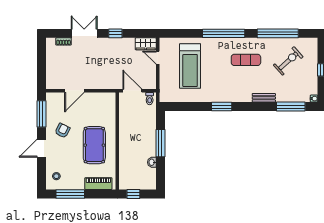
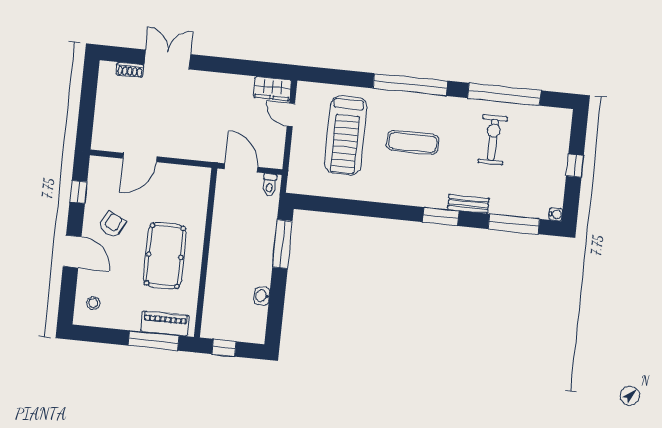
window: (115, 33) -> (222, 65), removed
exercise mat: (246, 60) -> (413, 142), moved
exercise bike: (288, 61) -> (493, 140), moved, turned -48
window: (222, 107) -> (441, 216), moved
window: (41, 114) -> (78, 192), width x0.46
window: (160, 143) -> (282, 244), moved
door: (41, 148) -> (72, 252), swing flipped
window: (70, 194) -> (154, 340), moved

